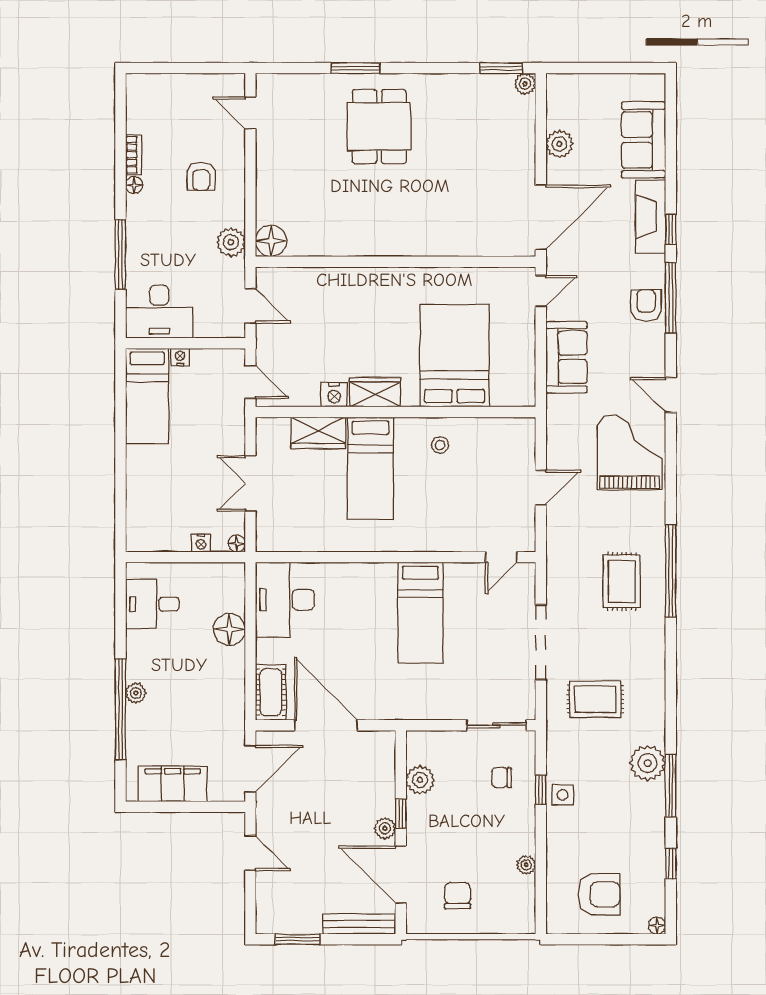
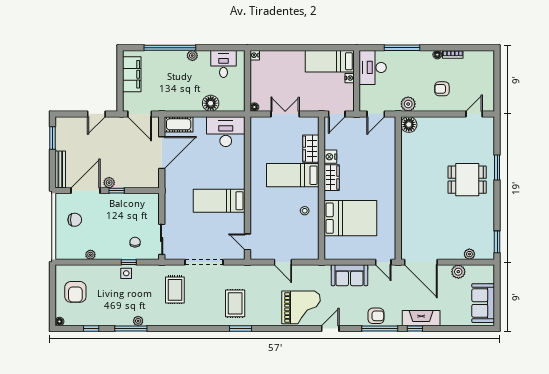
plant: (525, 84) -> (469, 254), moved
sofa: (644, 140) -> (483, 303), moved, turned -90
nightstand: (201, 543) -> (255, 55), moved
window: (671, 571) -> (240, 328), width x0.47
rug: (622, 581) -> (235, 303), turned 90
plant: (136, 693) -> (192, 56), moved
plant: (648, 763) -> (138, 321), width x0.53, depth x0.53
plant: (420, 780) -> (134, 201), removed

